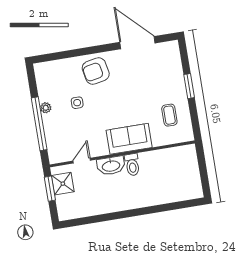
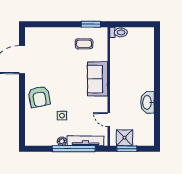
window: (189, 86) -> (91, 24), moved
tv unit: (51, 137) -> (86, 141), added
toilet: (132, 165) -> (119, 32), moved
washbasin: (111, 166) -> (147, 102), moved, turned 180

